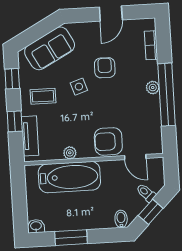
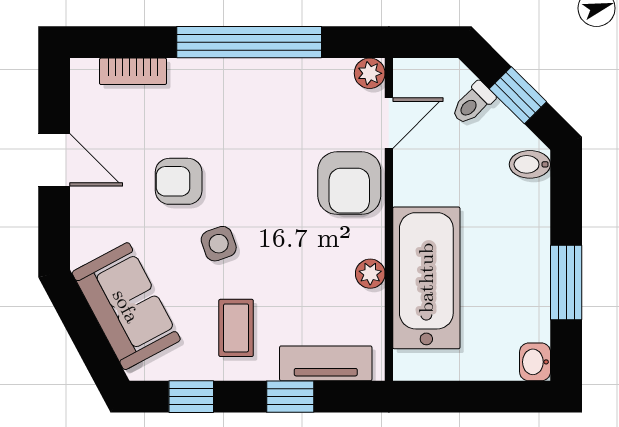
plant: (153, 88) -> (370, 73), moved

